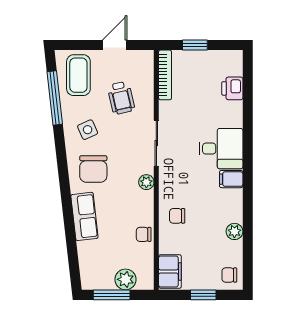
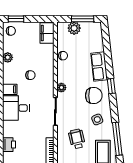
chair: (93, 169) -> (94, 96), turned 90
window: (65, 184) -> (111, 86), added
chair: (177, 216) -> (30, 75), moved
window: (203, 295) -> (16, 19), moved

